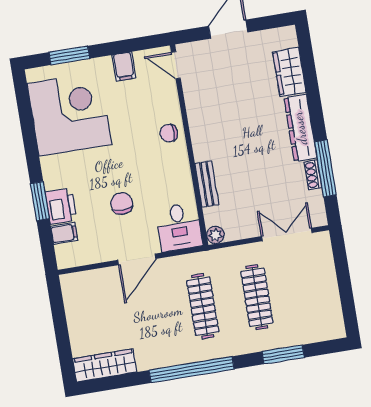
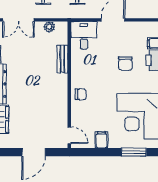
chair: (122, 203) -> (125, 64), moved
plant: (215, 235) -> (49, 27), moved

